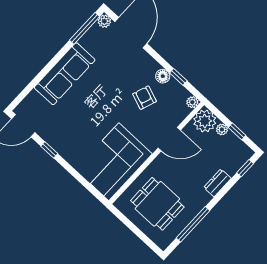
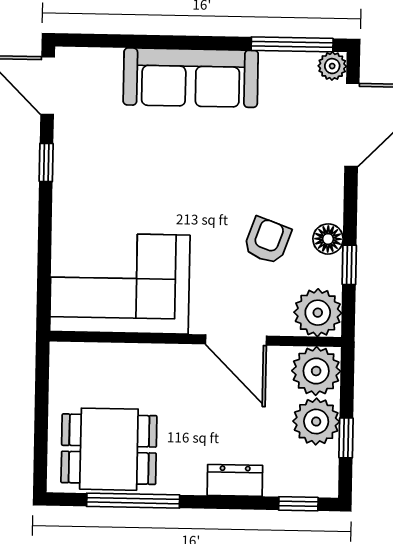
plant: (192, 102) -> (318, 313), width x1.87, depth x1.87
plant: (222, 129) -> (316, 422), width x1.87, depth x1.87
dining table: (157, 204) -> (109, 449), moved, turned 90

